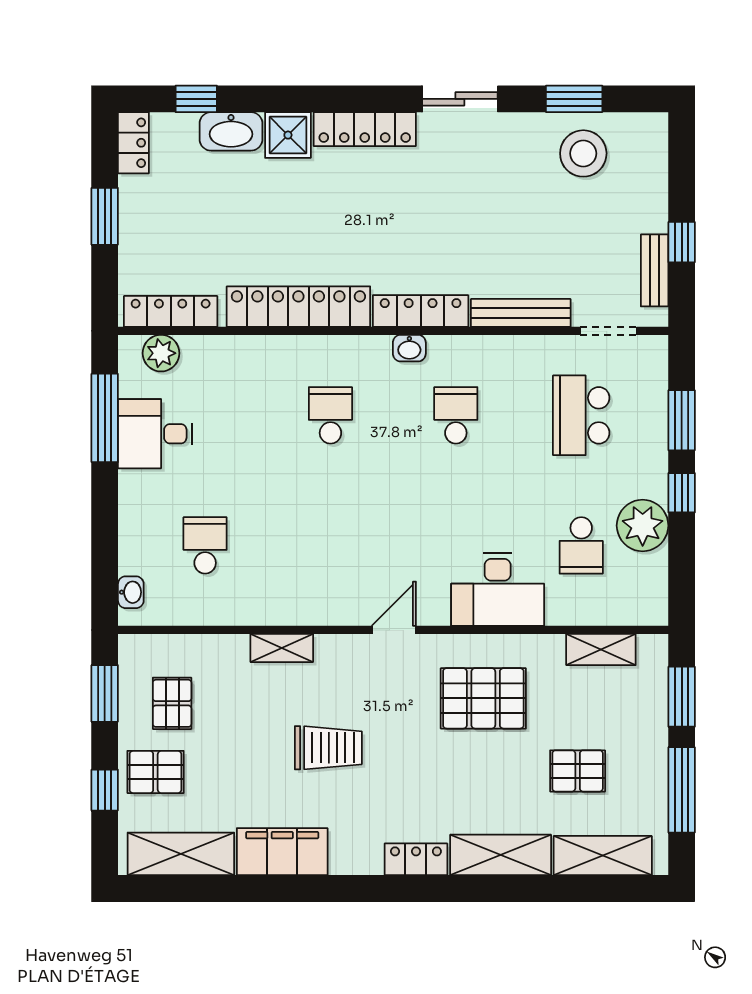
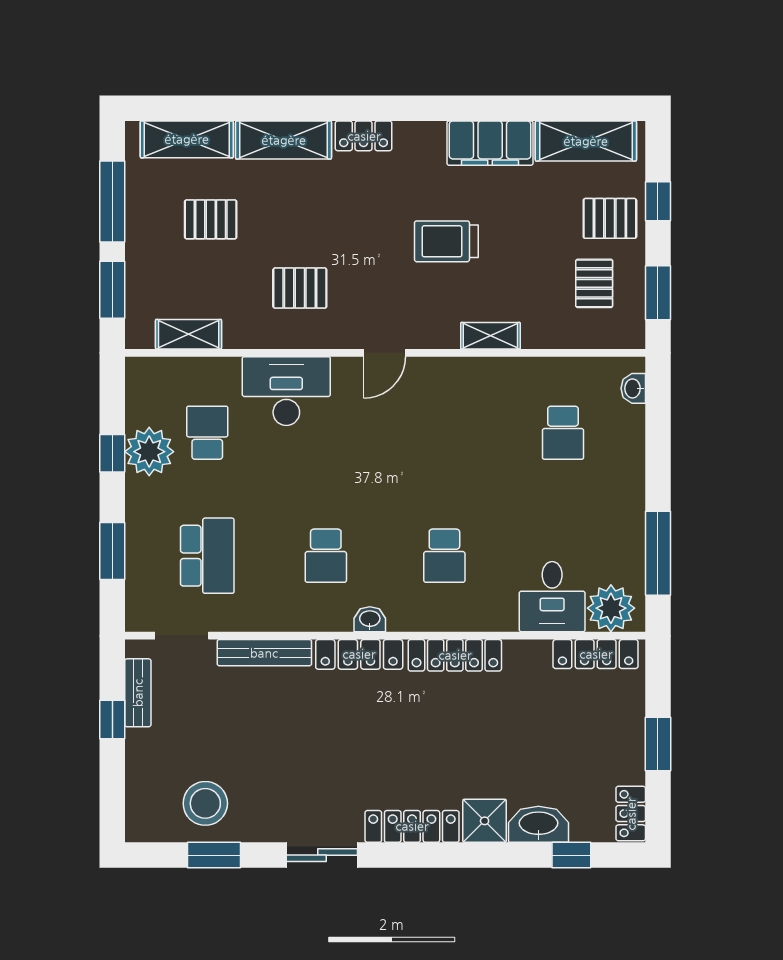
locker: (298, 307) -> (455, 655), width x0.71, depth x0.83
plant: (161, 353) -> (611, 608), width x1.36, depth x1.36
desk: (155, 434) -> (552, 597), moved, turned 90
window: (682, 493) -> (112, 453), moved
pallet: (483, 698) -> (300, 288), width x0.67, depth x0.71

